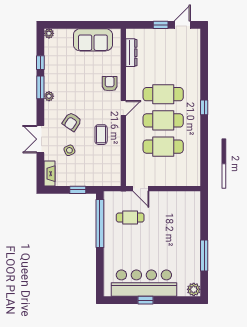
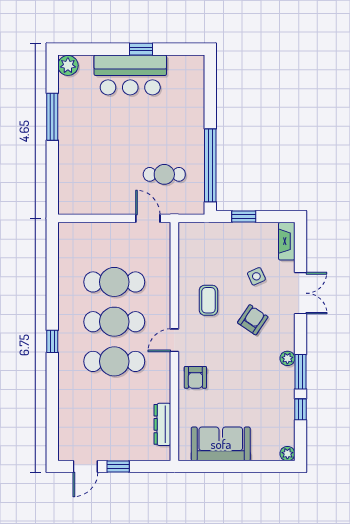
bar counter: (144, 283) -> (130, 75), width x0.73

